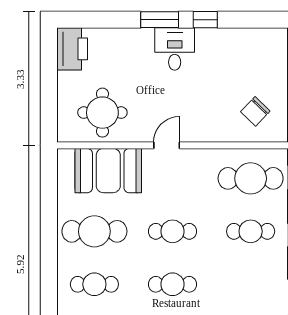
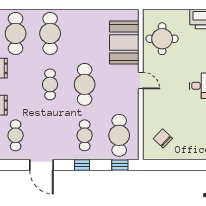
cafe table: (94, 231) -> (85, 33), removed
cafe table: (172, 231) -> (85, 84), width x1.37, depth x1.35
cafe table: (94, 284) -> (50, 33), width x1.37, depth x1.35

